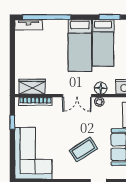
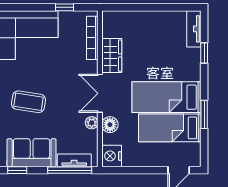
window: (47, 17) -> (204, 53), width x0.32
window: (110, 17) -> (204, 114), moved
wardrobe: (32, 87) -> (112, 56), moved
coffee table: (83, 149) -> (28, 102), turned -48

